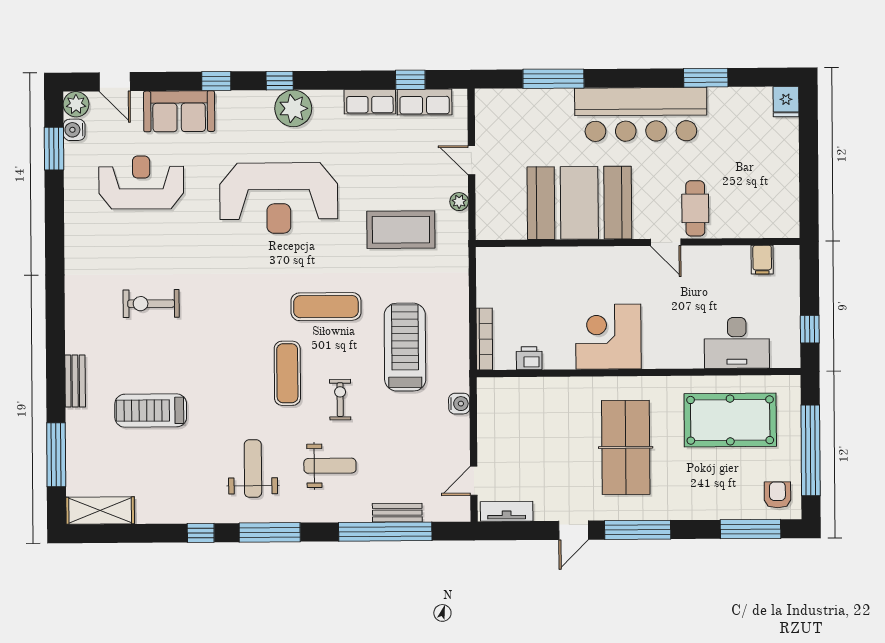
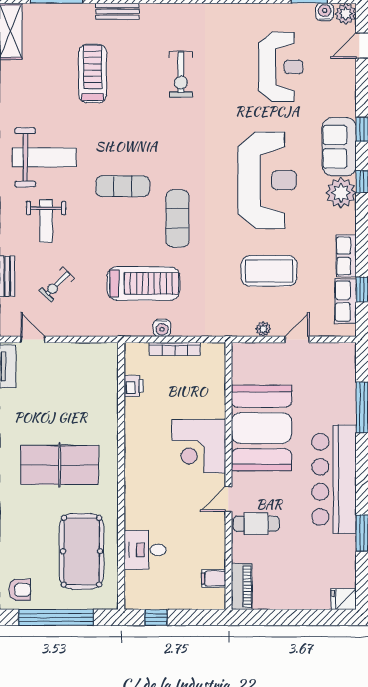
sofa: (179, 111) -> (339, 147), moved
reception desk: (279, 198) -> (267, 180), turned 180
piano: (772, 226) -> (242, 587), added
coffee table: (401, 230) -> (269, 271), moved, turned 90
exercise bike: (151, 304) -> (181, 74), turned 180
corner desk: (608, 337) -> (199, 446), moved, turned 180
bookcase: (484, 339) -> (175, 349), moved
desk: (737, 343) -> (145, 550), width x0.73
exercise bike: (340, 400) -> (57, 285), moved, turned 135
water cooler: (459, 404) -> (162, 328), moved
weight bench: (253, 469) -> (44, 157), width x1.36, depth x1.33

